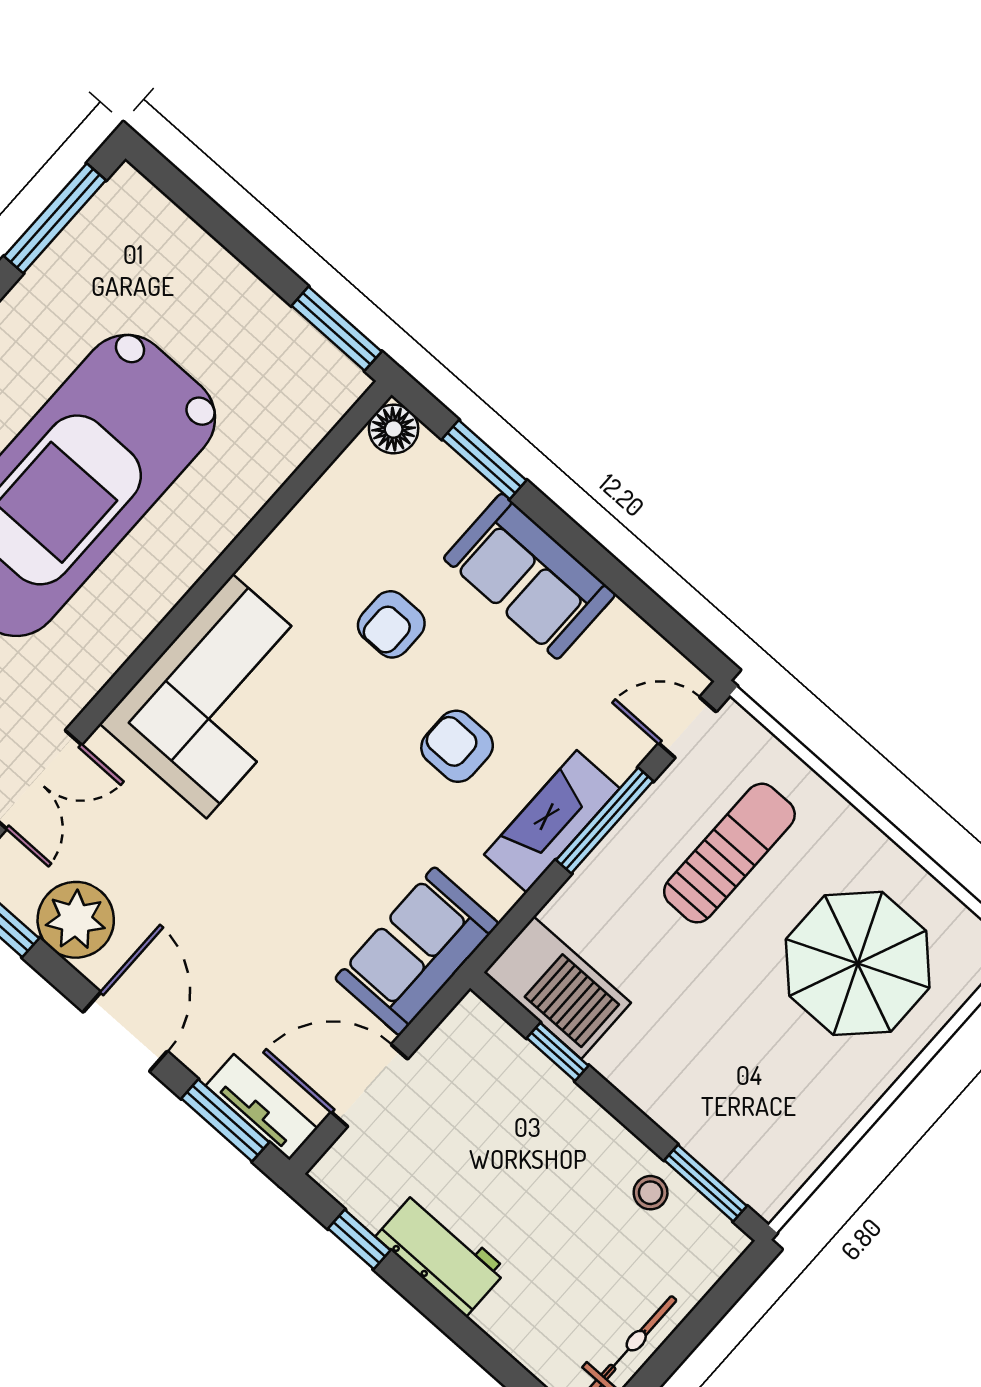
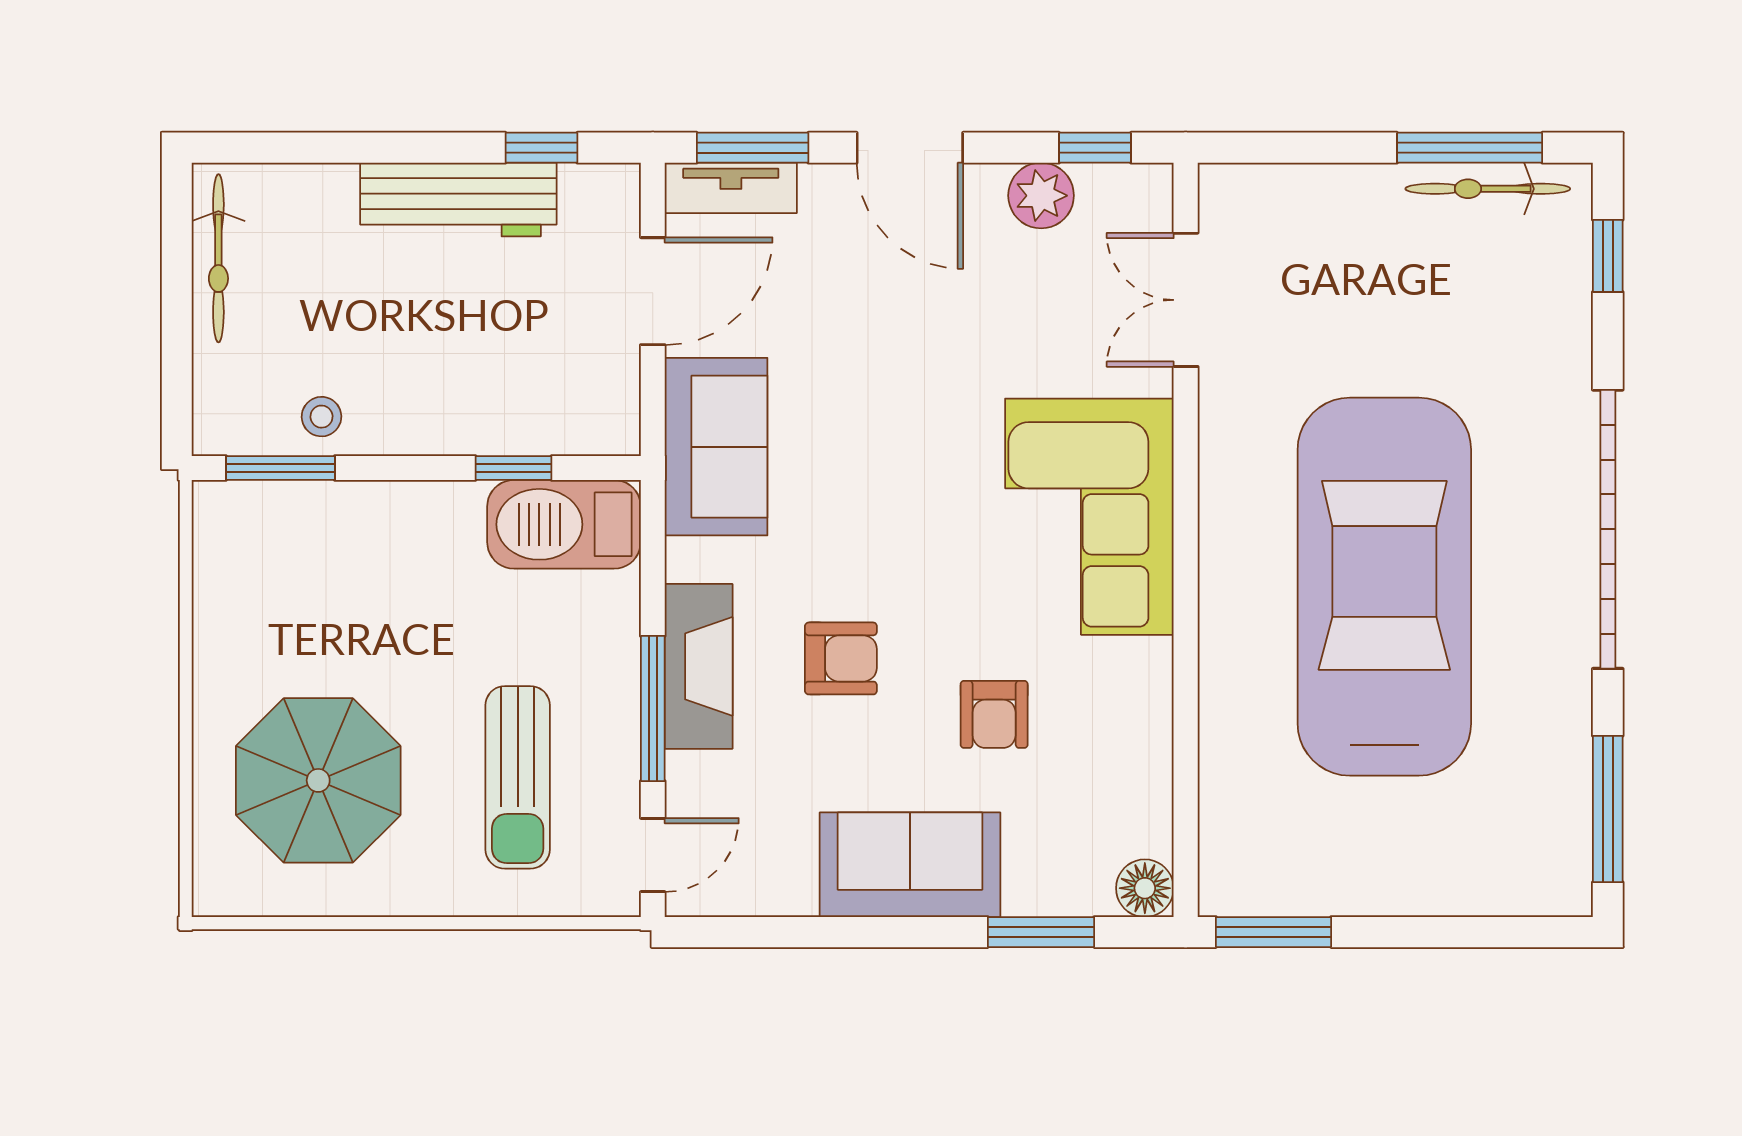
armchair: (391, 624) -> (994, 714), turned 180
plant: (76, 920) -> (1041, 196), width x0.73, depth x0.73
workbench: (441, 1253) -> (458, 200), width x1.38

